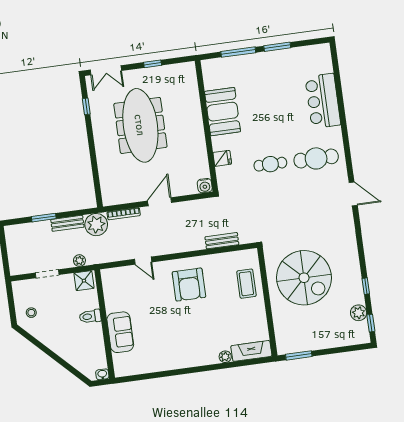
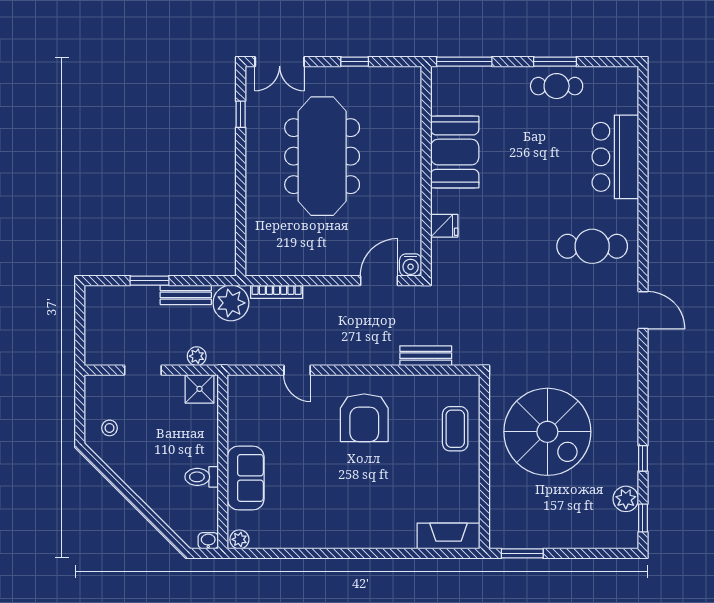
window: (238, 52) -> (464, 62), moved
cafe table: (270, 164) -> (557, 86), moved
door: (160, 202) -> (379, 281), moved
toilet: (90, 316) -> (202, 477), moved
plant: (225, 357) -> (239, 539), moved

